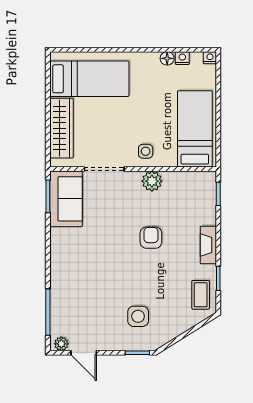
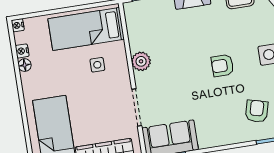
side table: (146, 151) -> (97, 65), moved
armchair: (151, 238) -> (222, 66), moved
armchair: (81, 294) -> (257, 111), added

